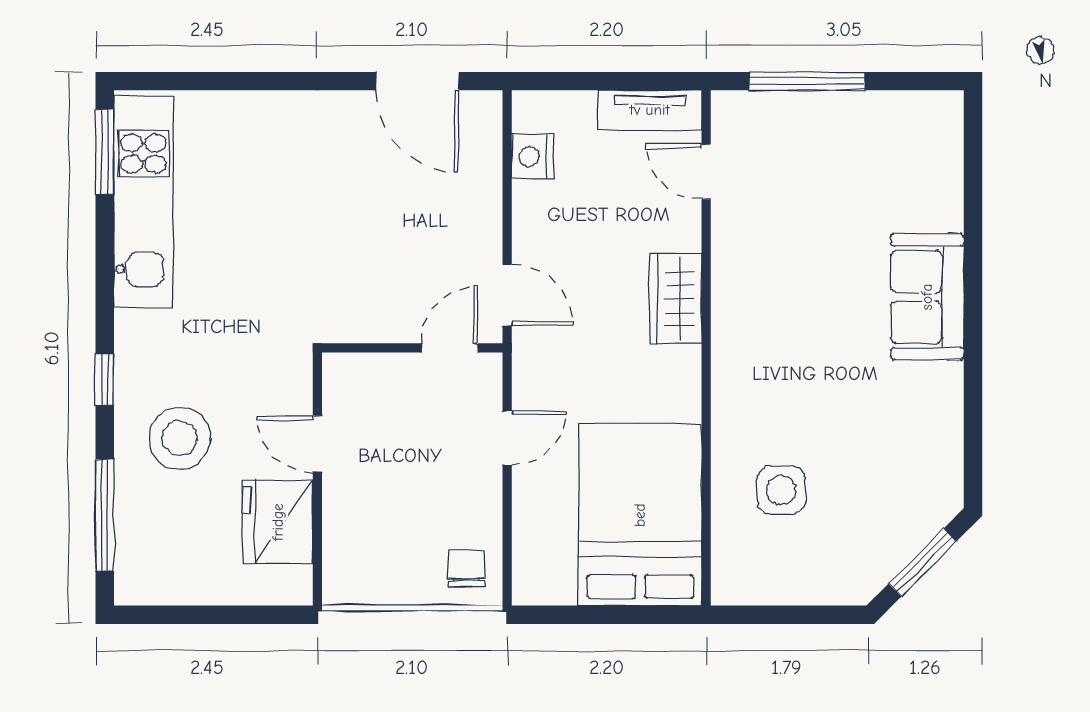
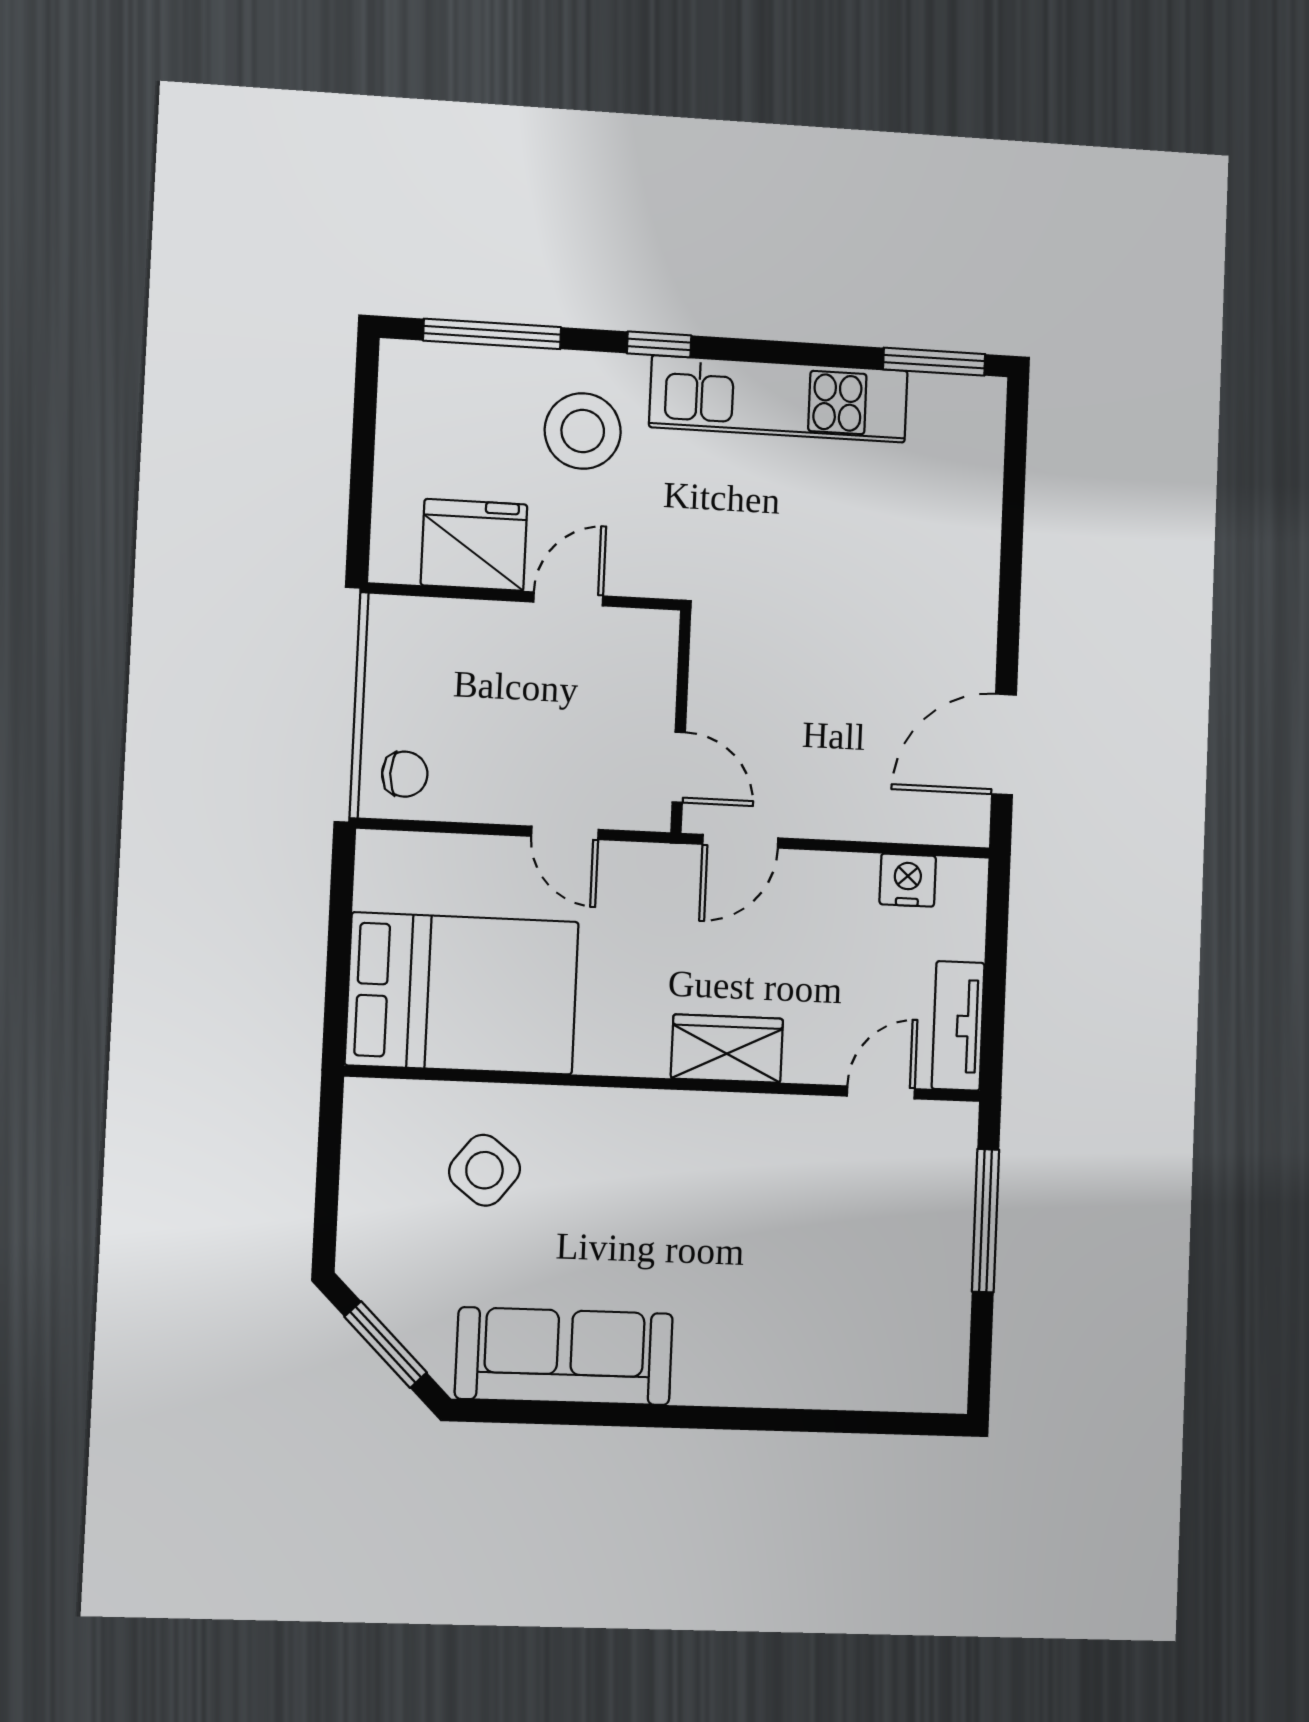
kitchen unit: (144, 202) -> (779, 399), moved
sofa: (927, 297) -> (564, 1356), moved, width x1.36
side table: (781, 490) -> (484, 1170), turned 38

